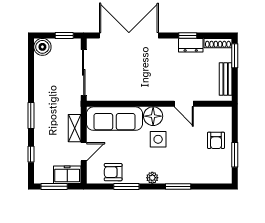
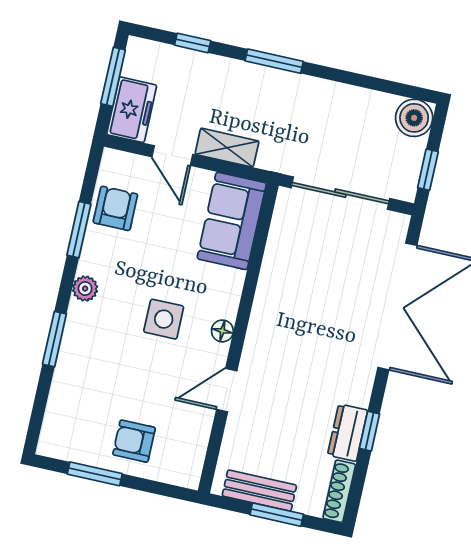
window: (235, 56) -> (277, 515), moved
floor lamp: (153, 116) -> (222, 331), width x0.53, depth x0.53
sofa: (114, 119) -> (232, 221), width x0.73

